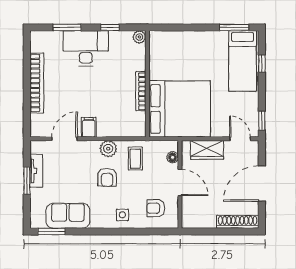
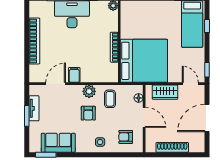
shoe rack: (238, 222) -> (172, 147), moved

